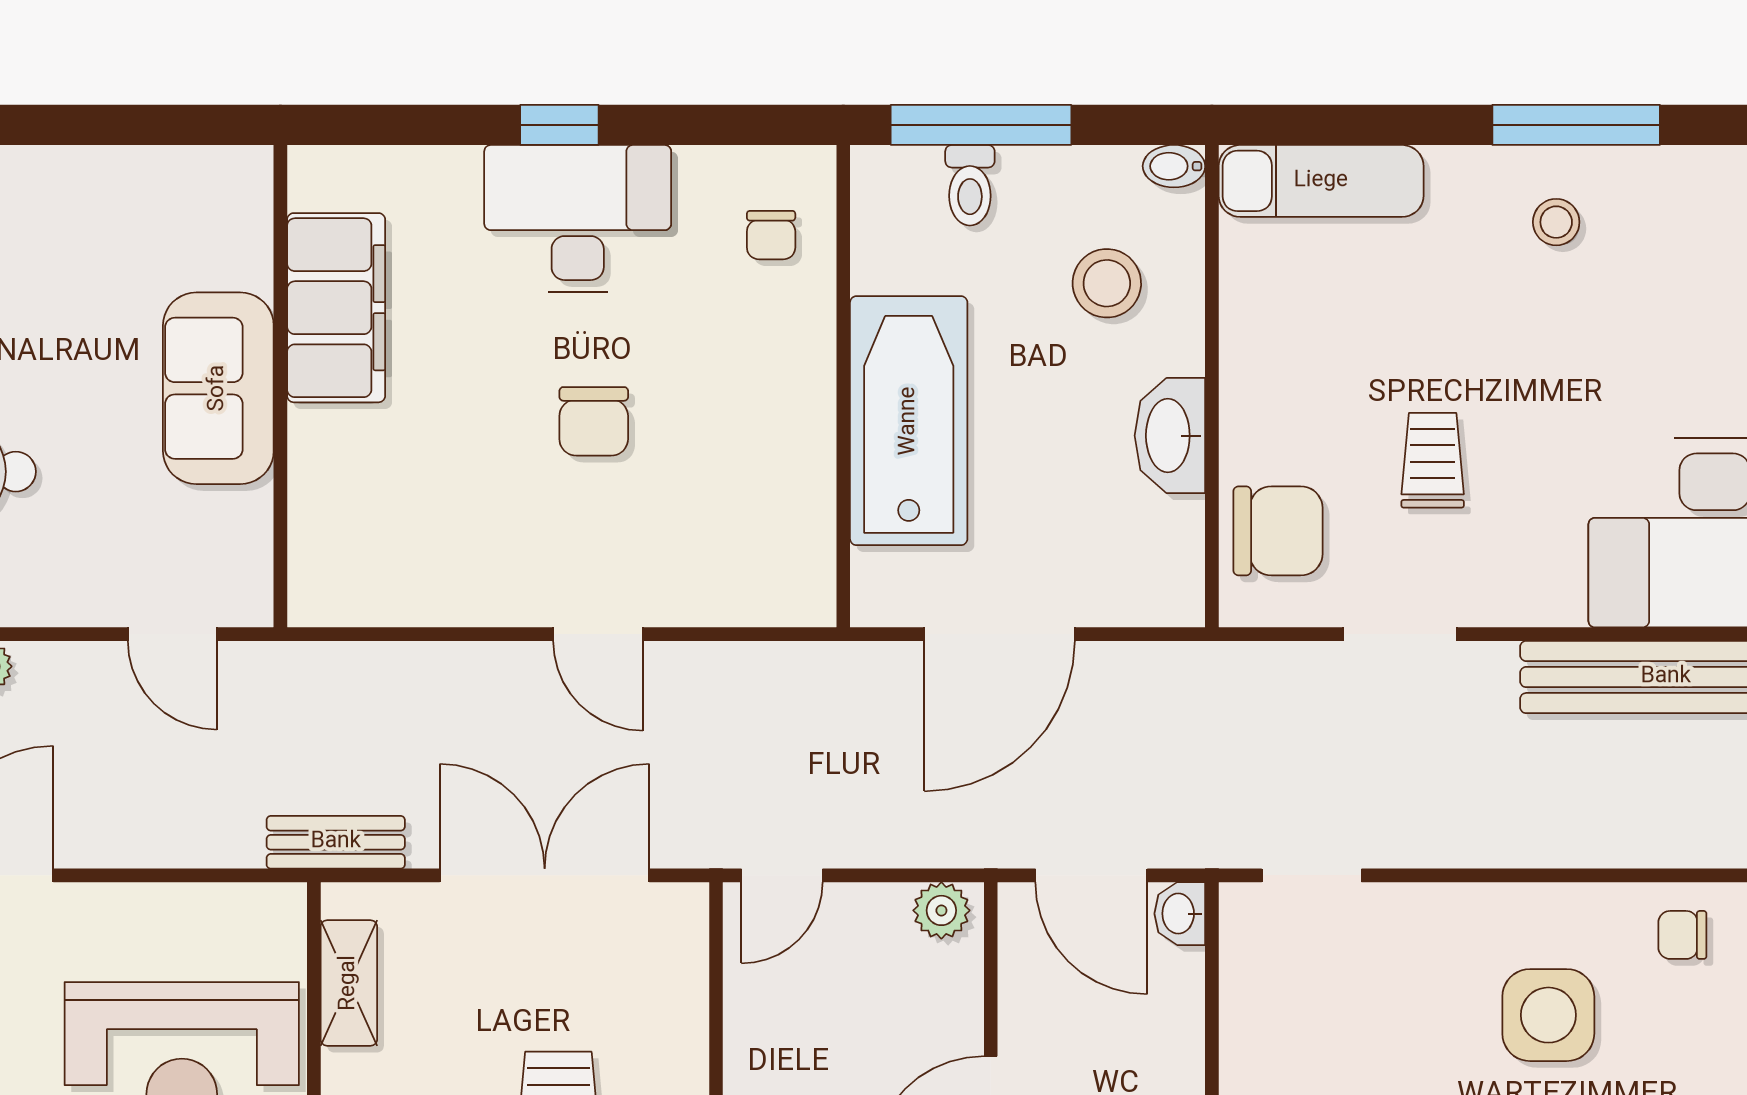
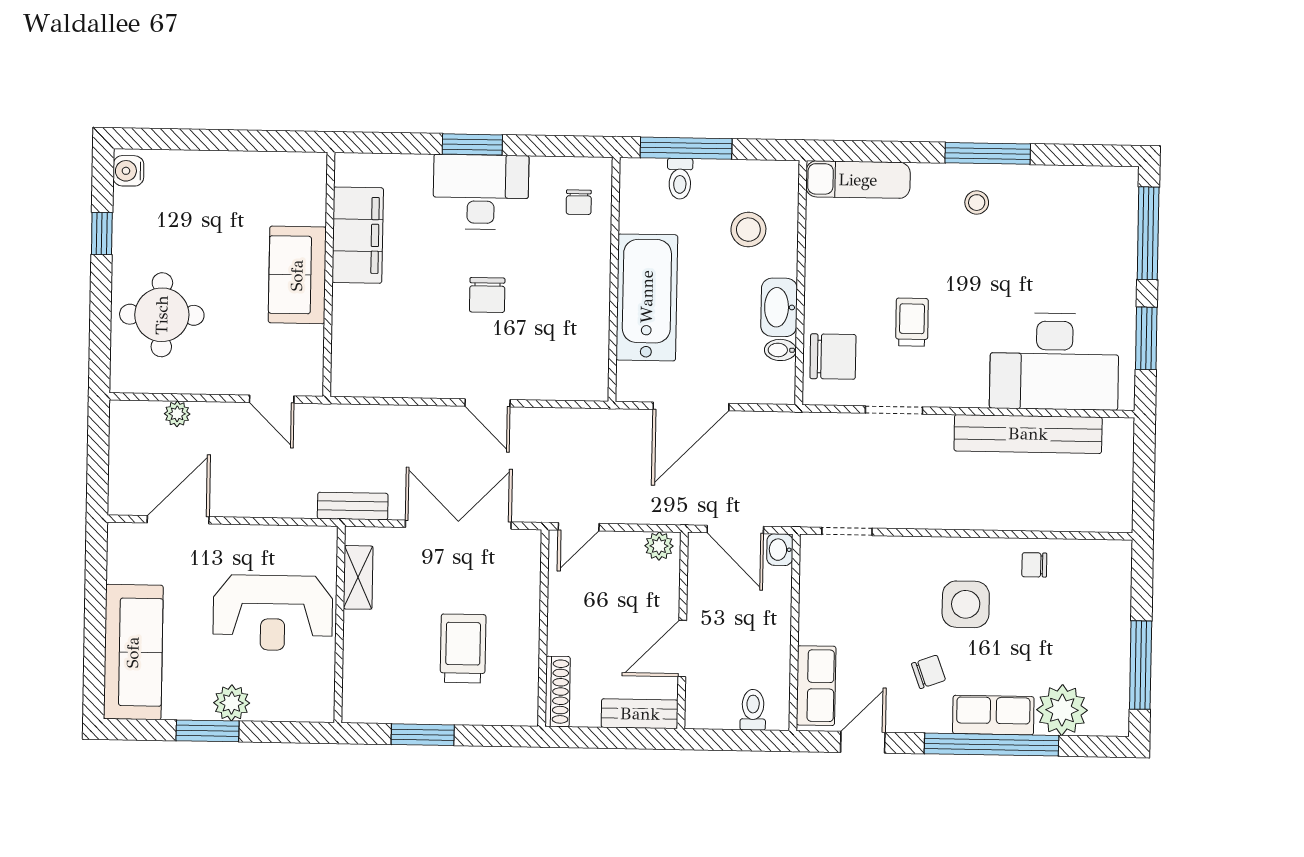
window: (559, 125) -> (472, 144), width x1.50
bidet: (1174, 166) -> (780, 350), moved

